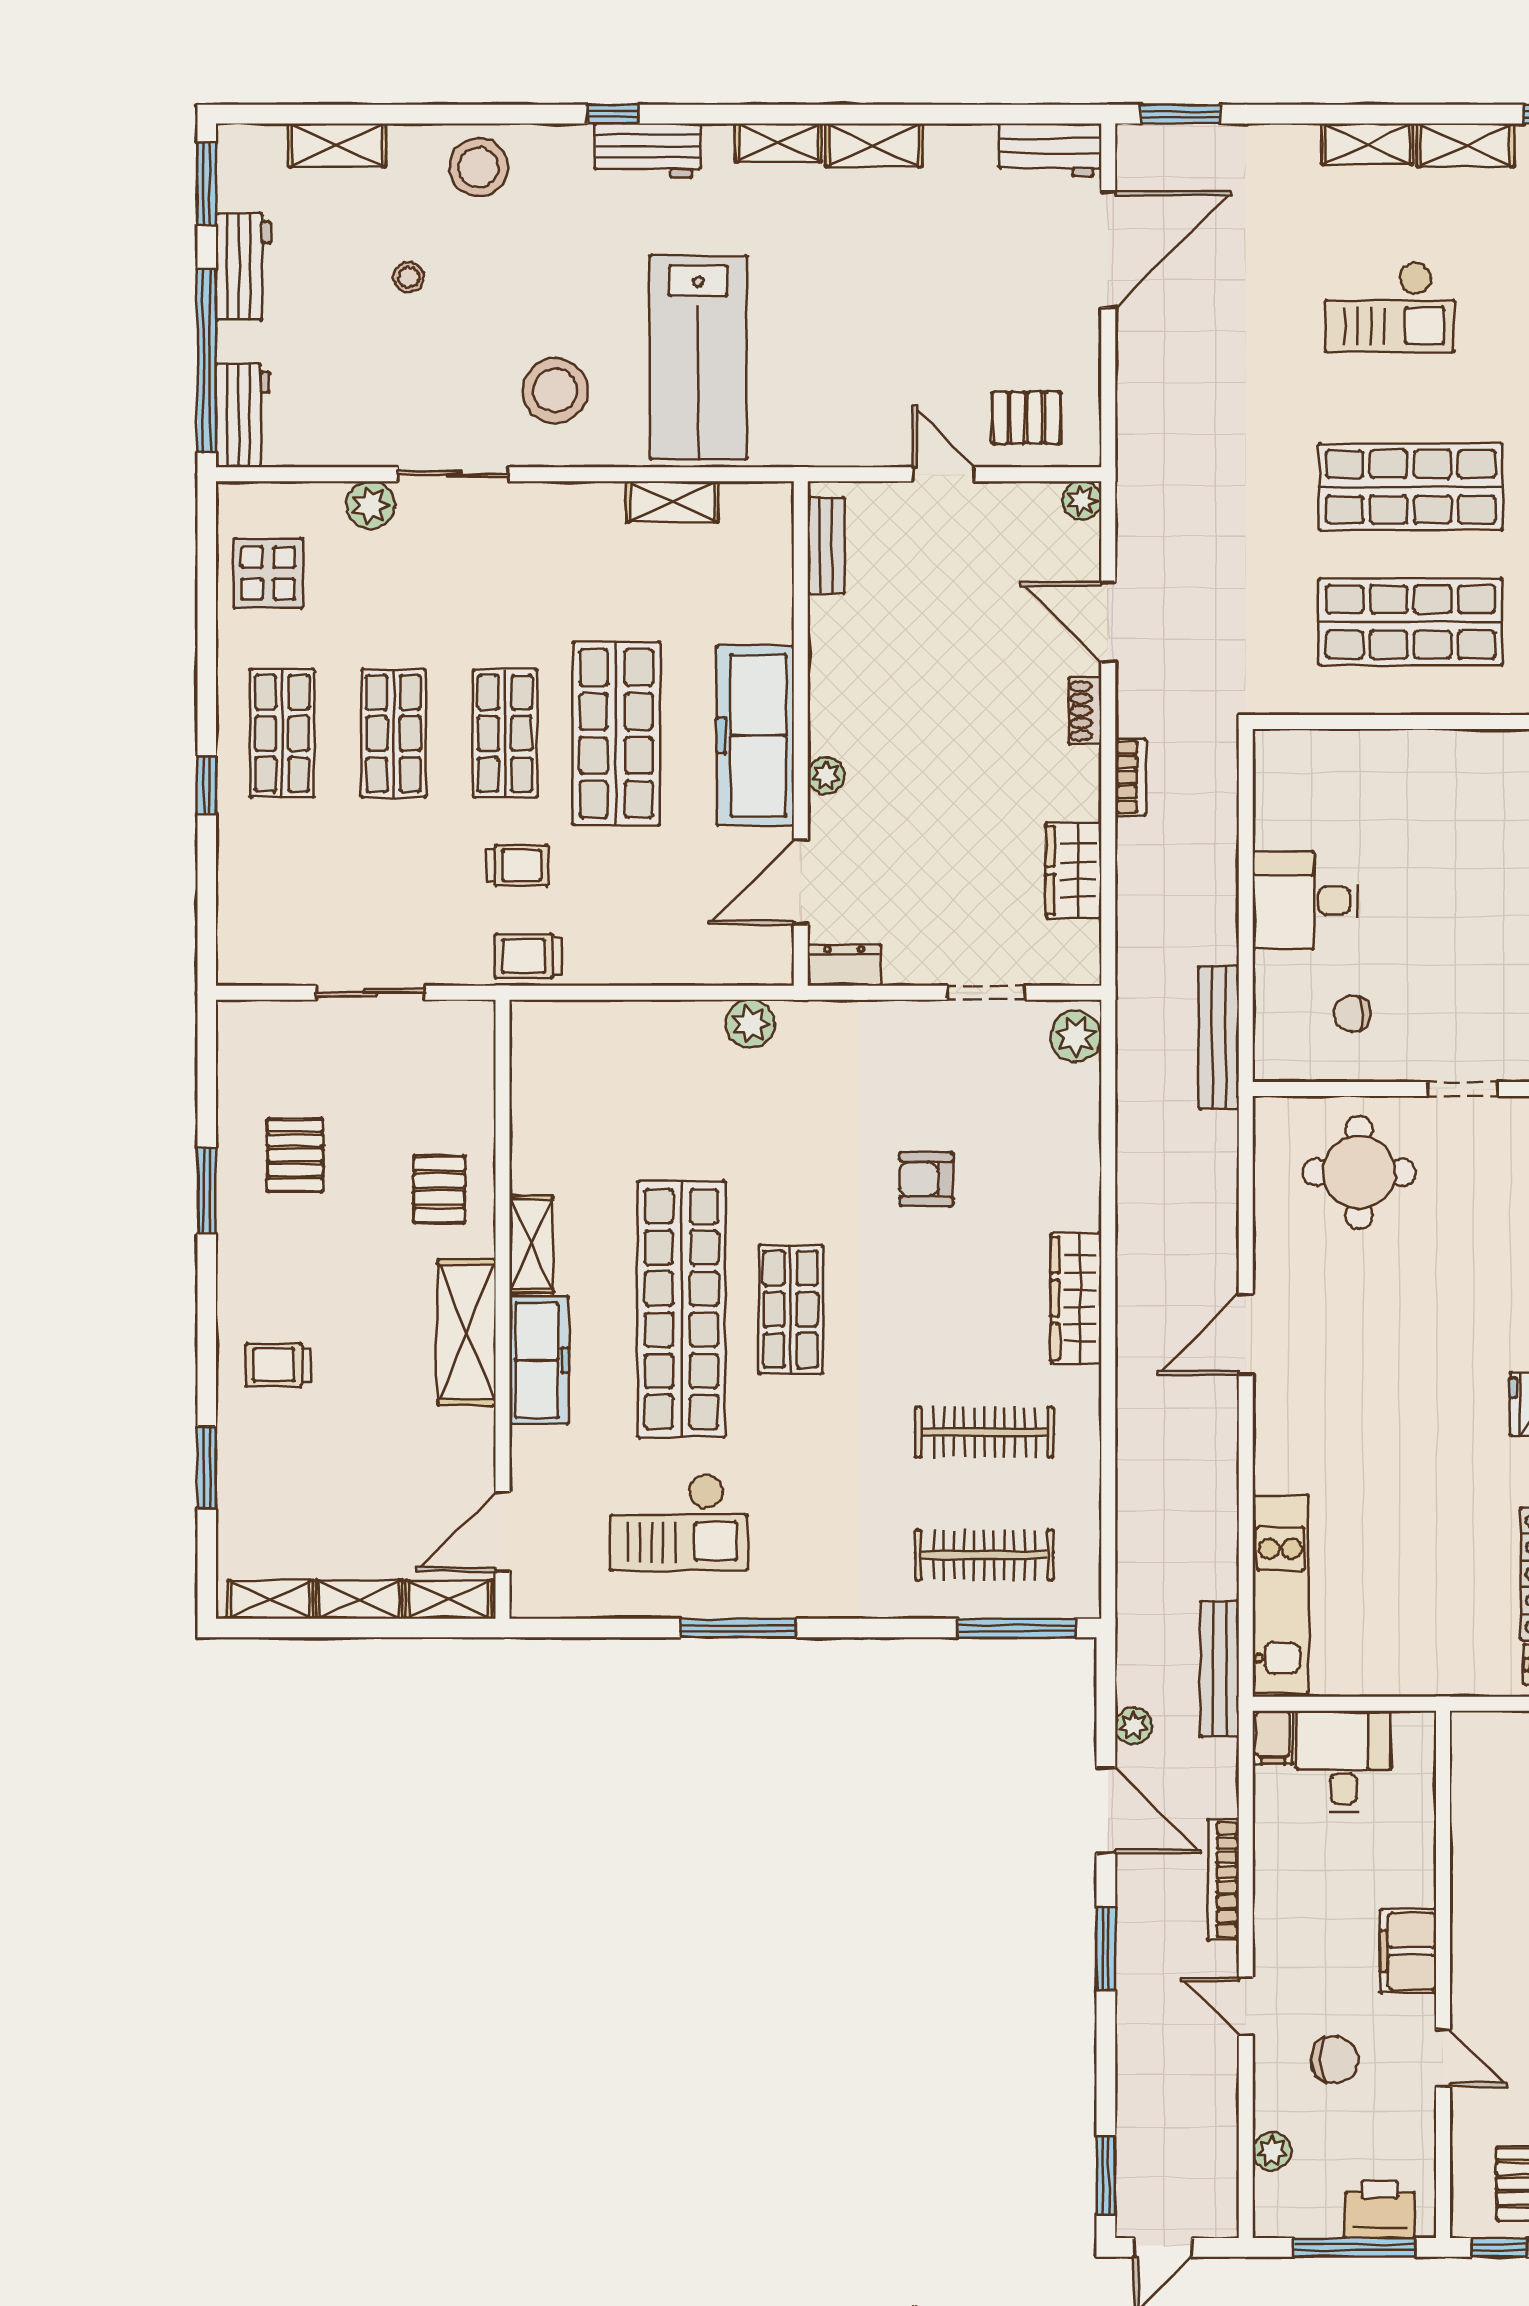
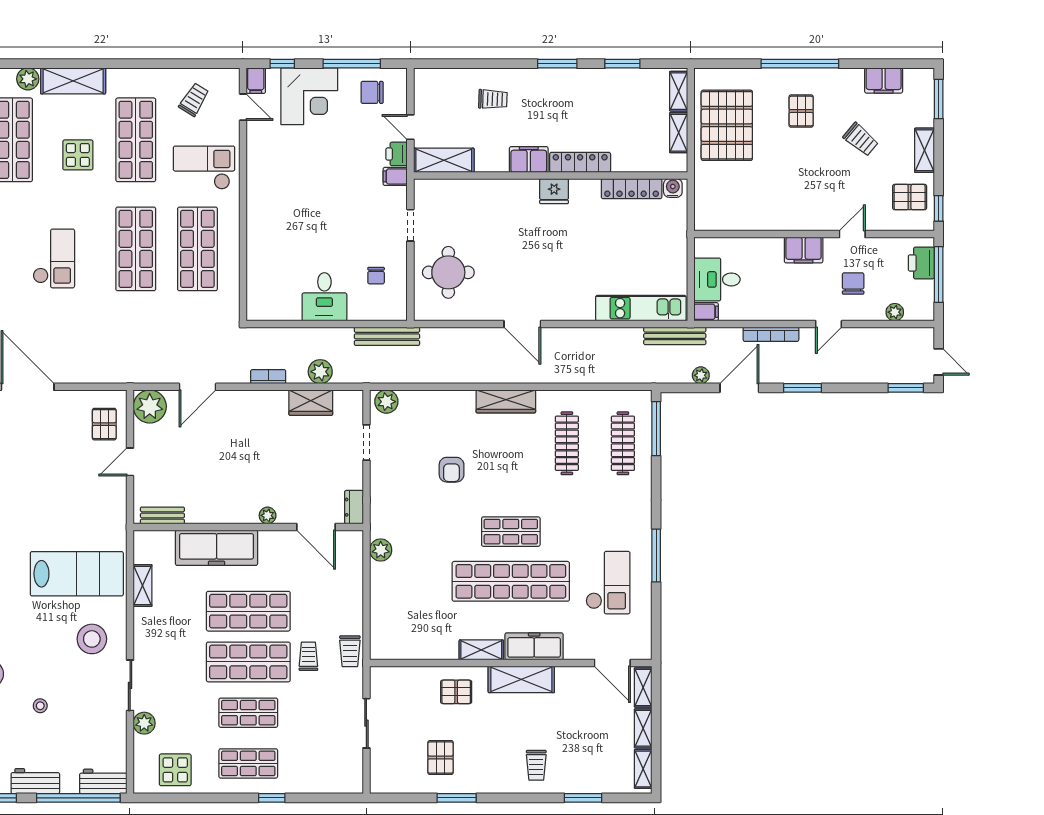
plant: (1082, 500) -> (150, 406), width x1.88, depth x1.88
shoe rack: (1085, 711) -> (238, 397), removed
shop shelf: (505, 733) -> (248, 662), width x1.43, depth x1.36
freezer: (755, 736) -> (217, 548), moved
plant: (1141, 891) -> (320, 372), added
pallet: (295, 1155) -> (441, 758), turned 90

